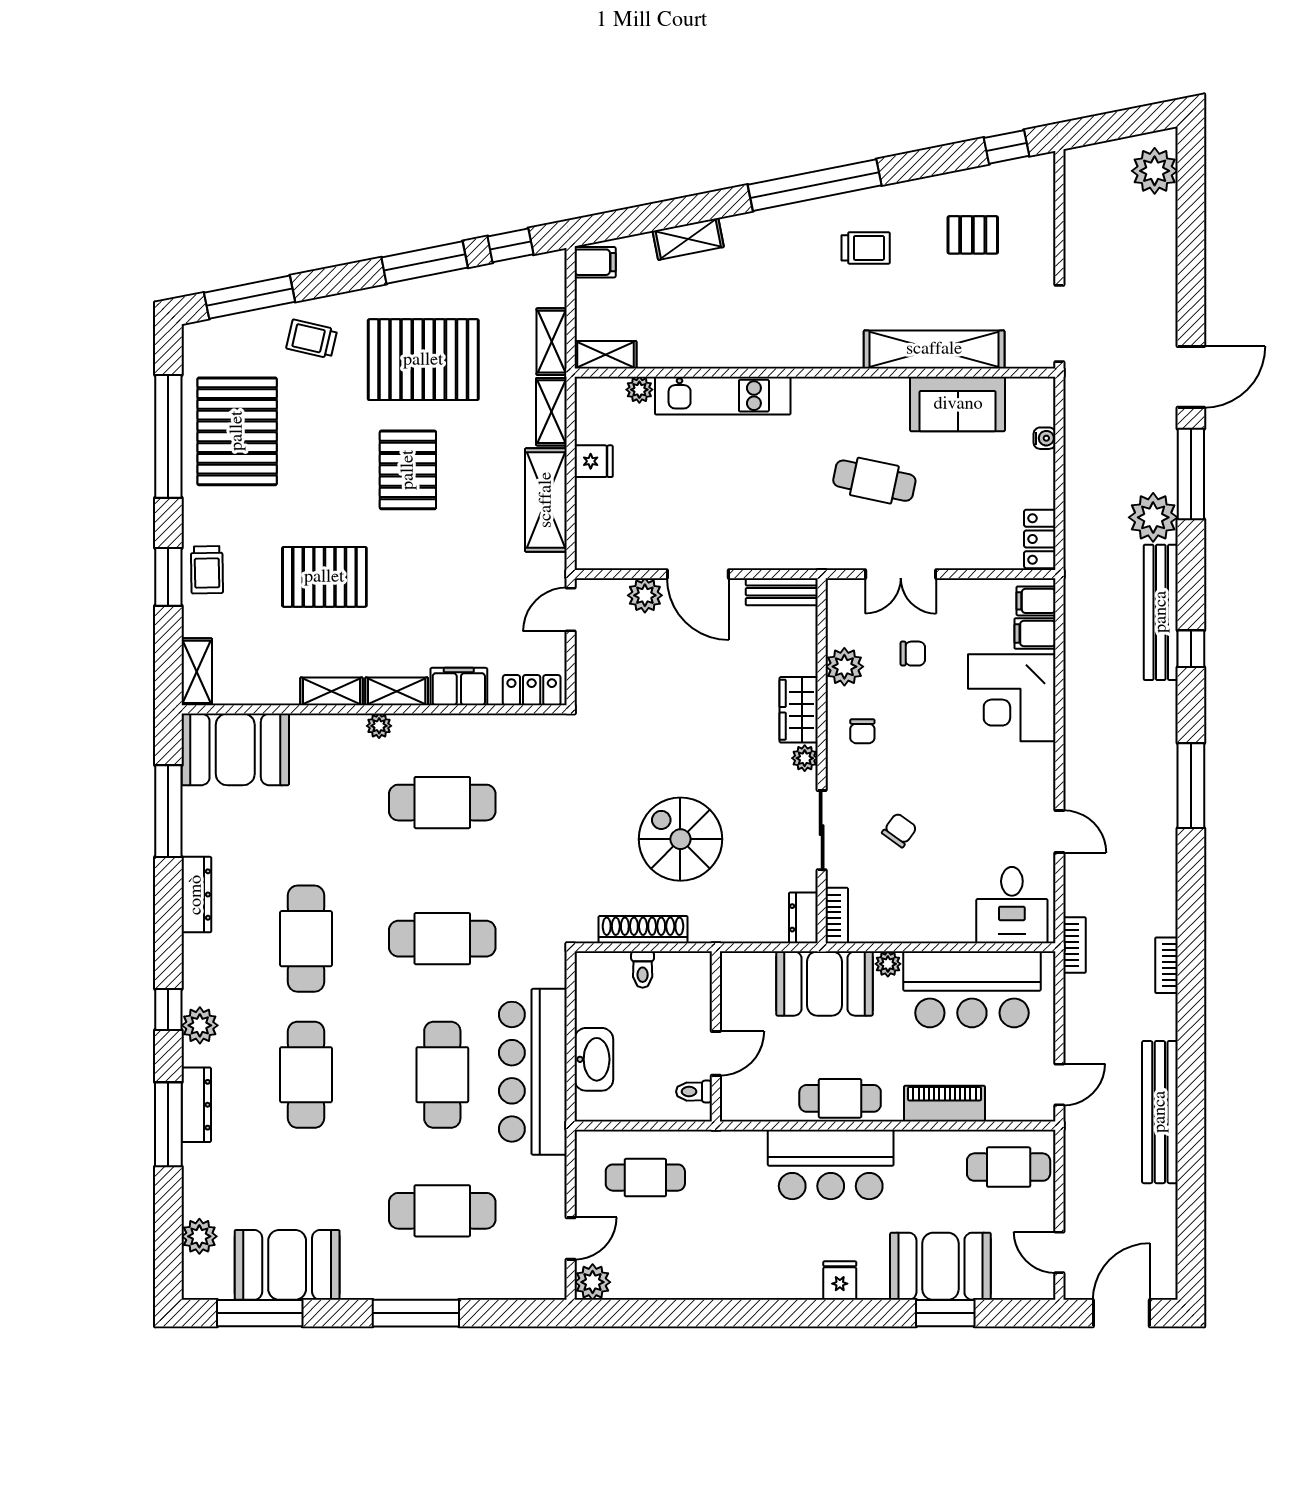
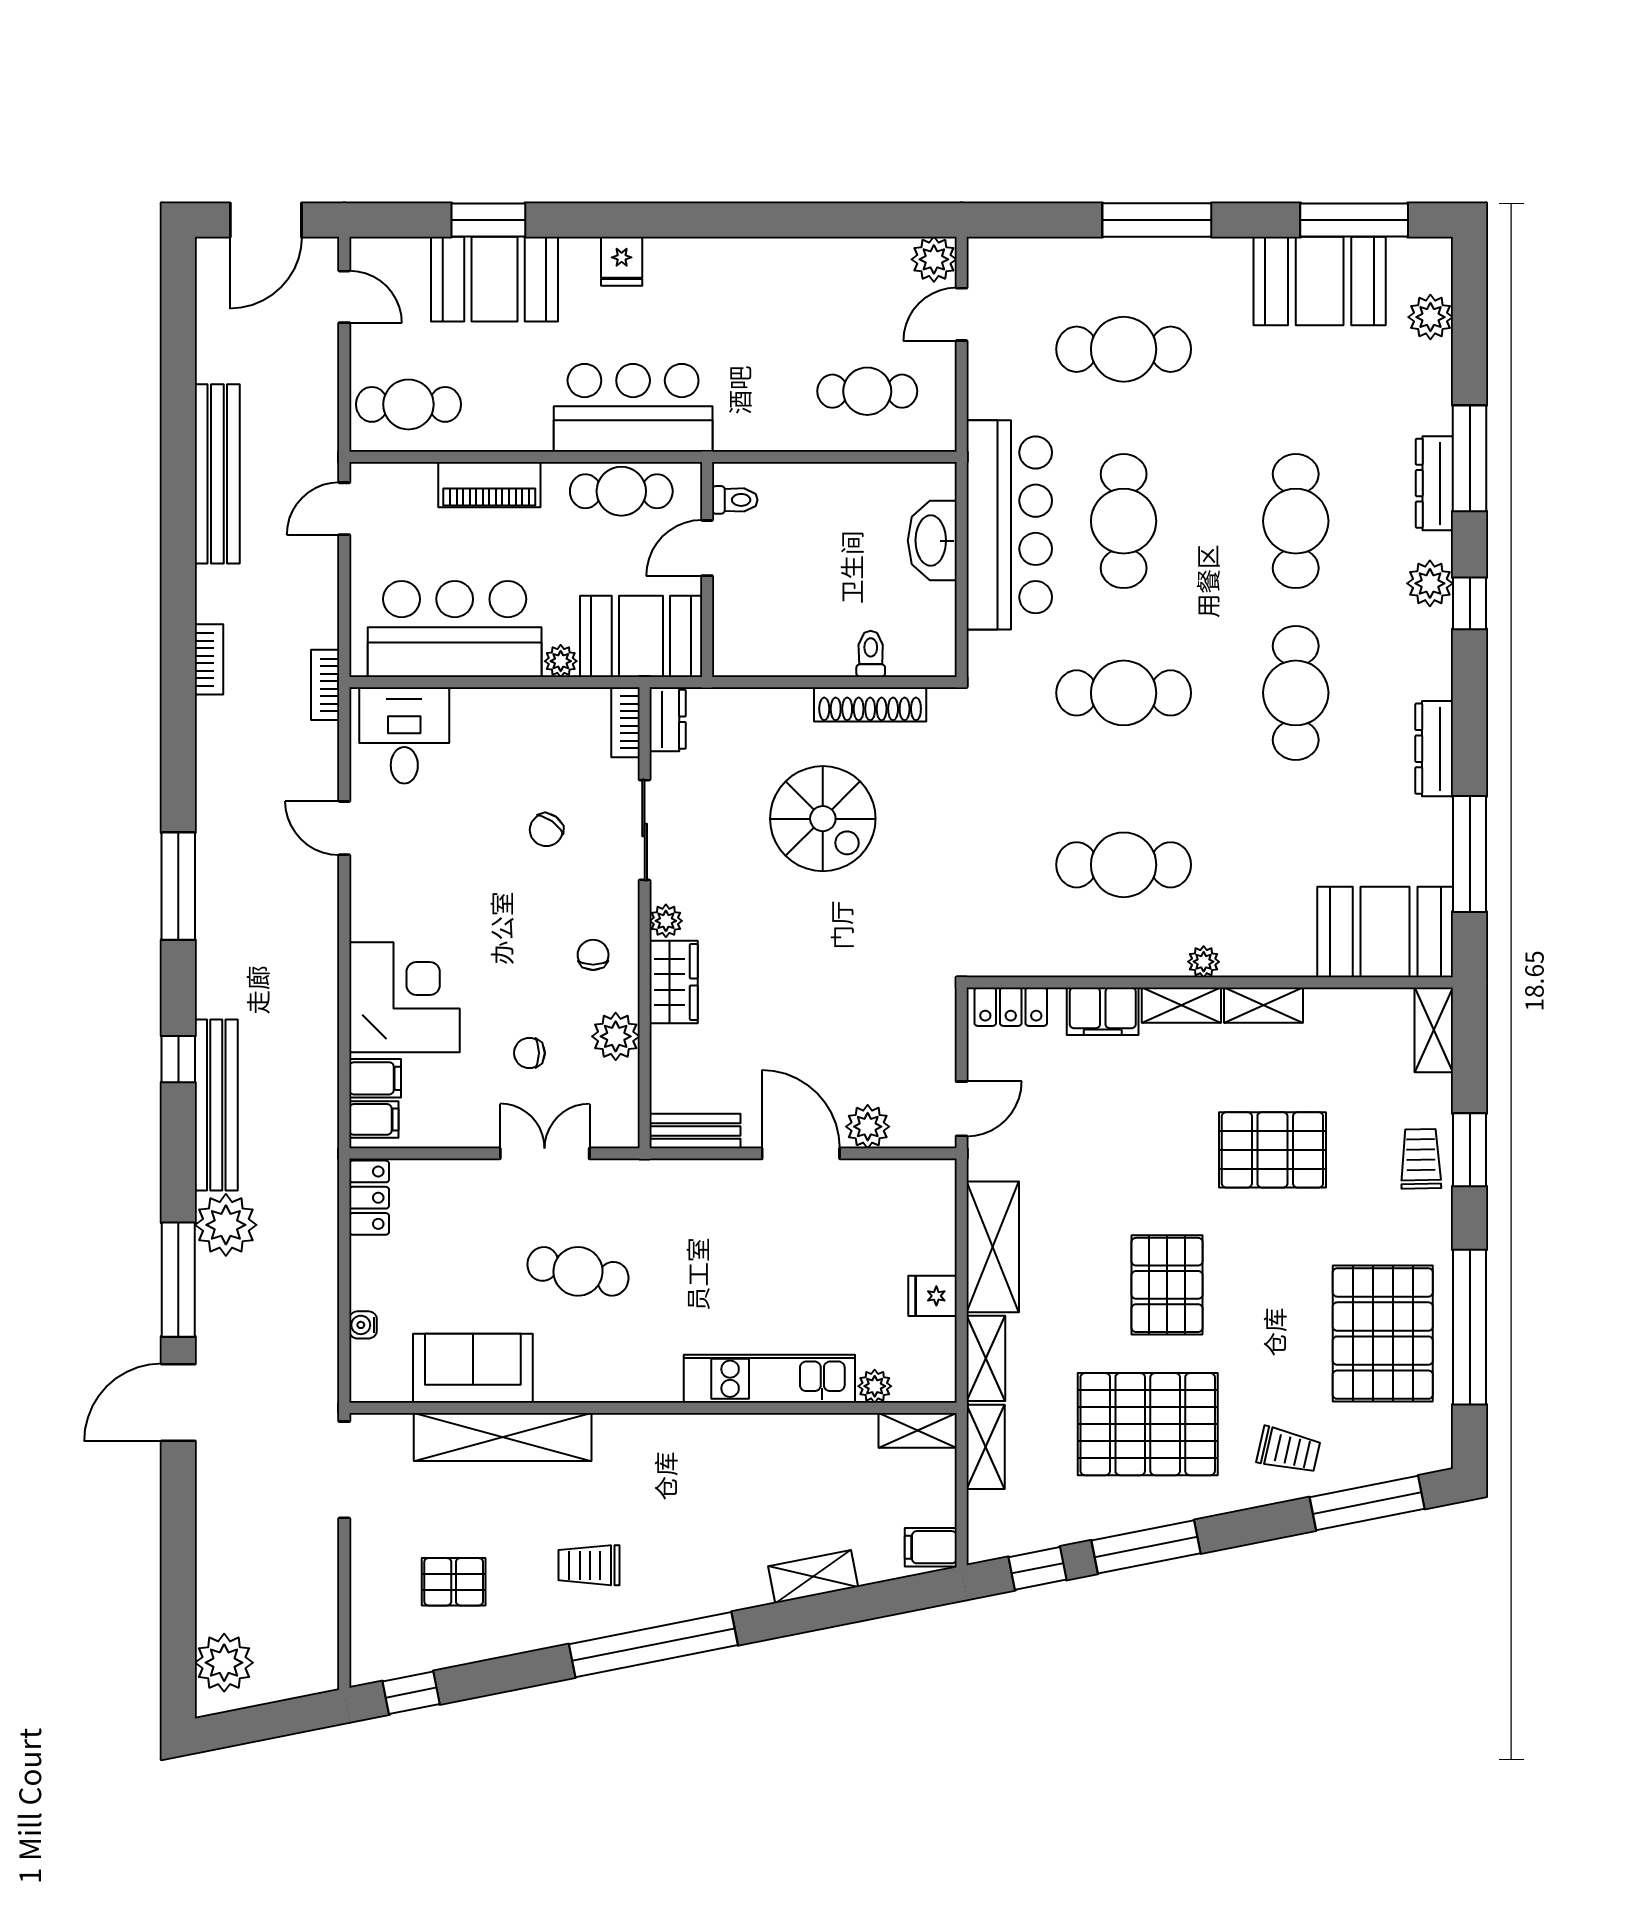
wall: (716, 1036) -> (707, 569), moved
door: (716, 1053) -> (707, 548), moved
toilet: (694, 1092) -> (735, 500), moved

